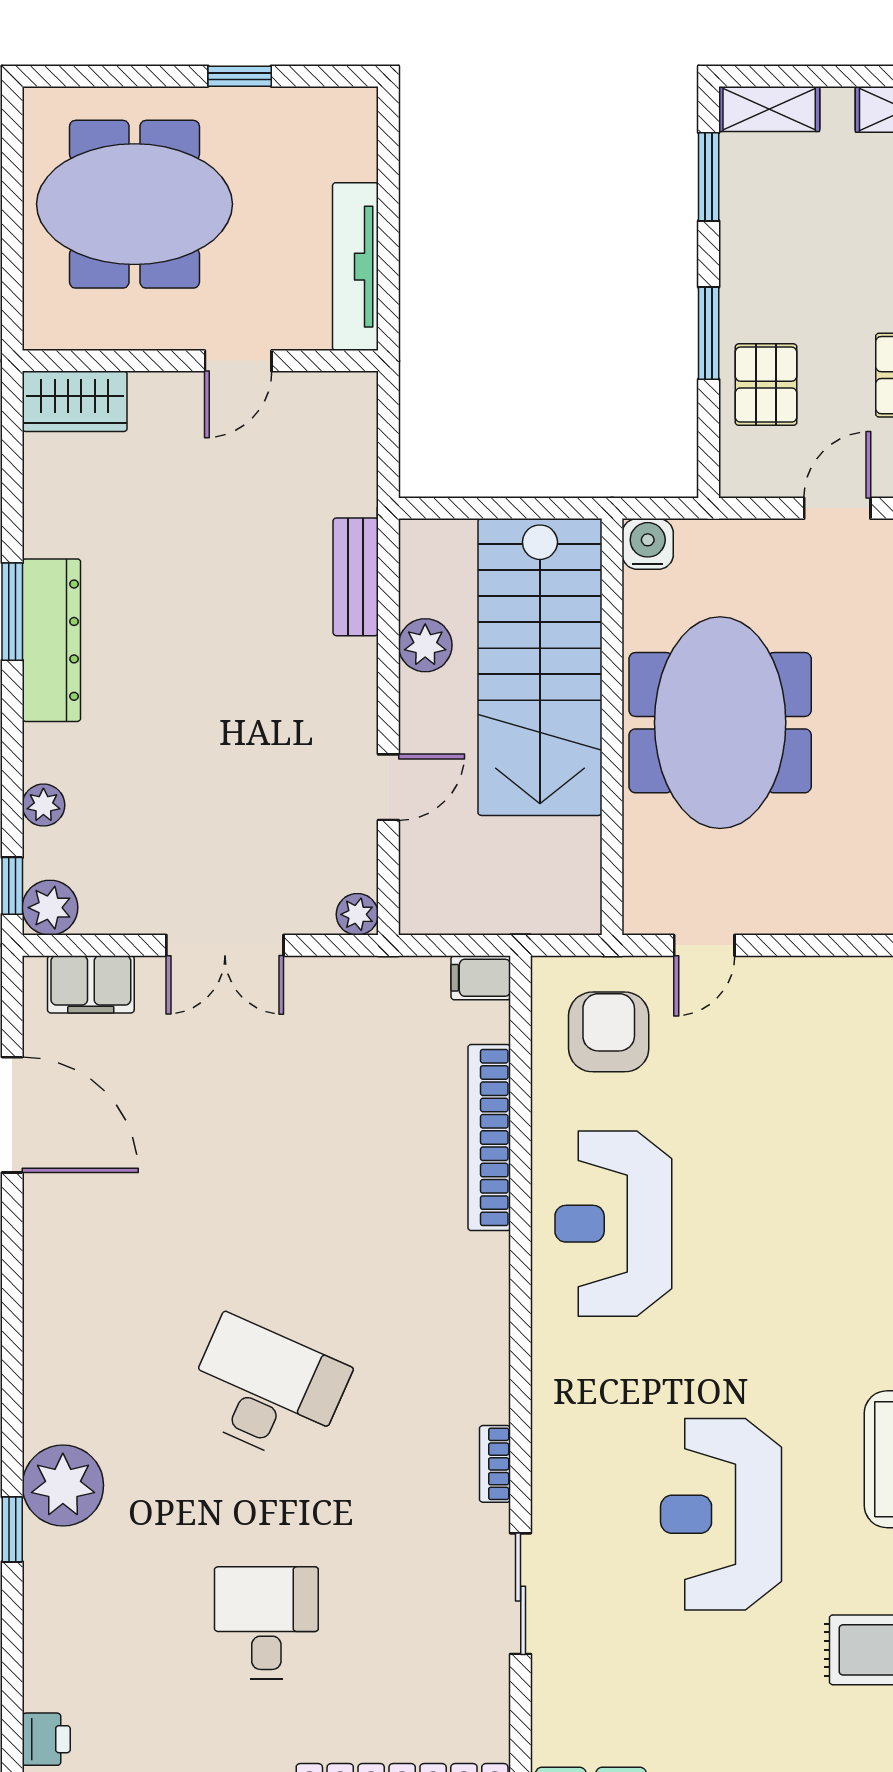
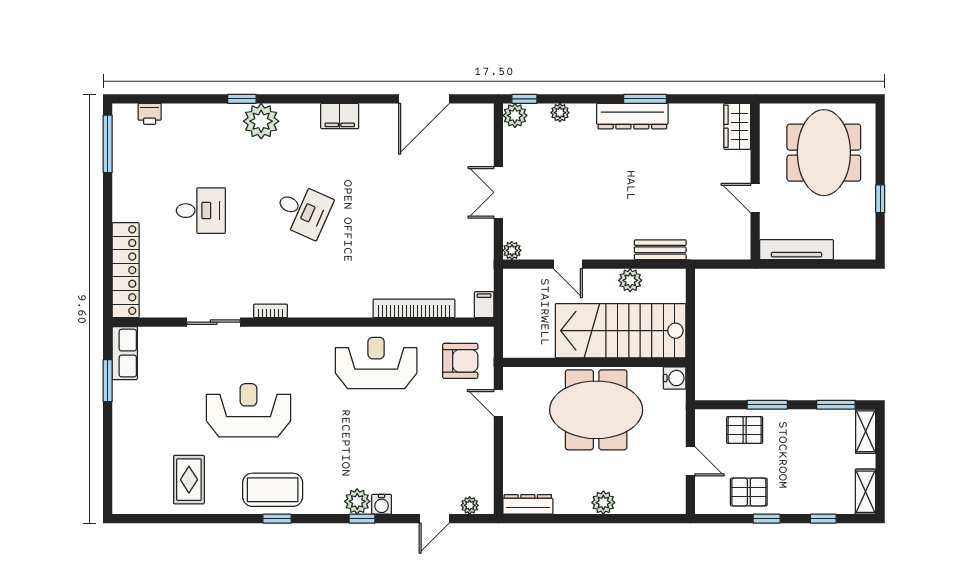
filing cabinet: (91, 984) -> (340, 116), moved, turned -90
desk: (266, 1390) -> (303, 211), width x0.73

